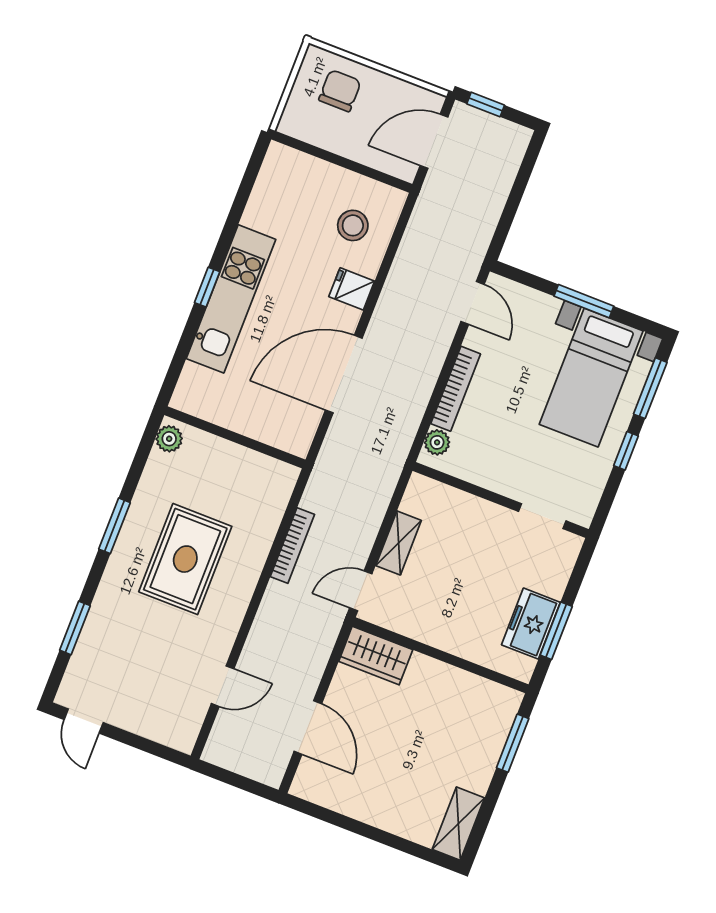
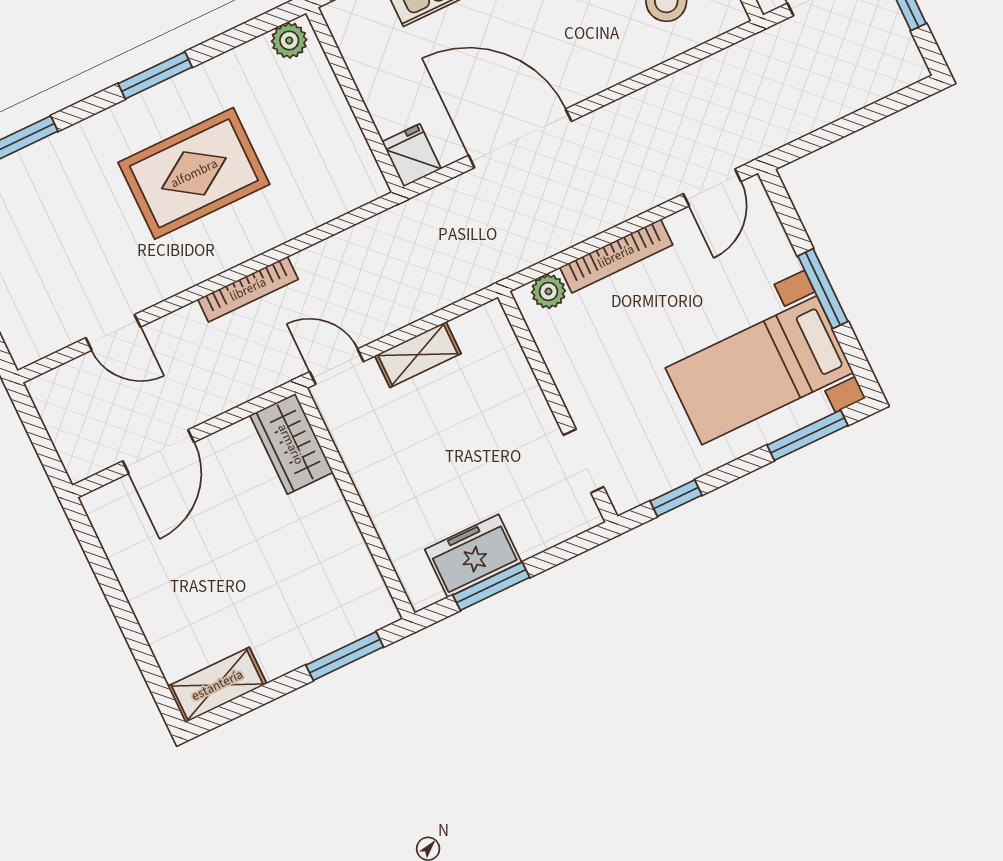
fridge: (352, 289) -> (412, 155), moved
window: (626, 451) -> (676, 498), moved
bookcase: (292, 546) -> (248, 289), moved

